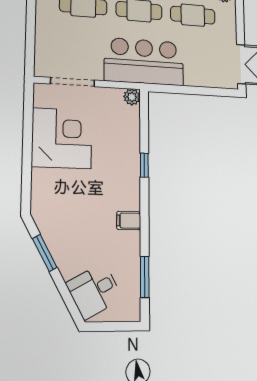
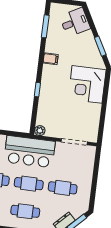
corner desk: (62, 138) -> (87, 84), moved

